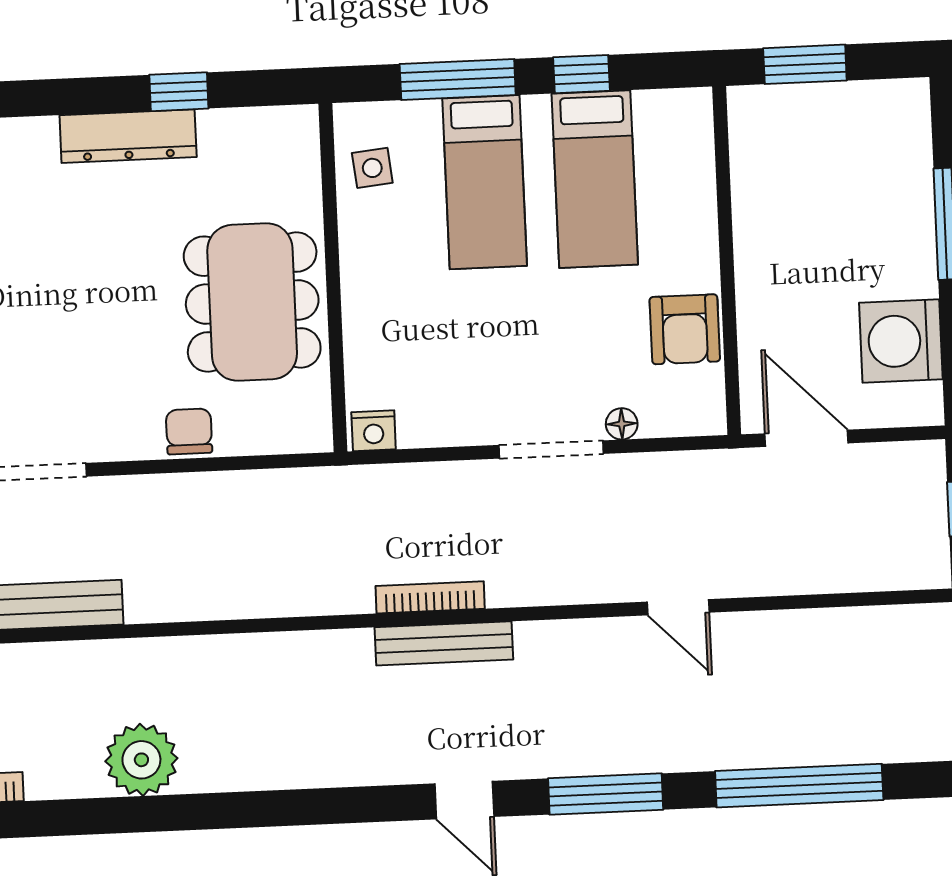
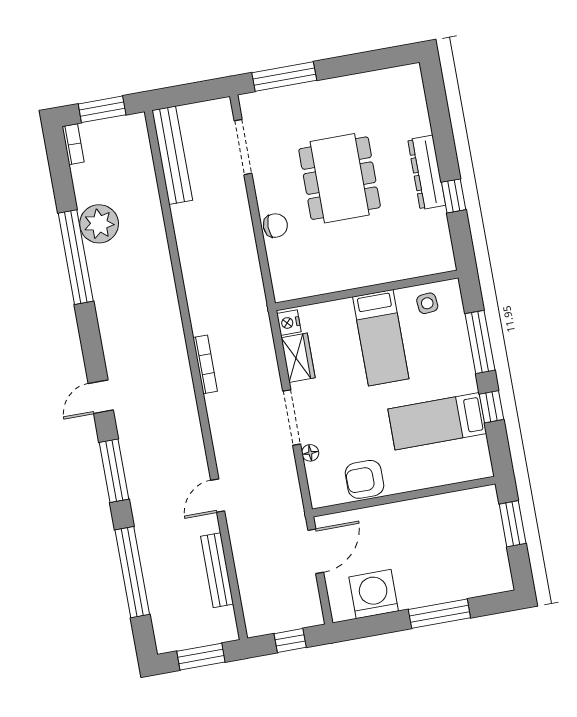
bed: (485, 182) -> (381, 338), moved, turned -90
dining table: (252, 302) -> (340, 178), moved, turned 90
wardrobe: (441, 422) -> (298, 358), added
bench: (444, 643) -> (217, 570), moved
window: (198, 812) -> (76, 257), added

